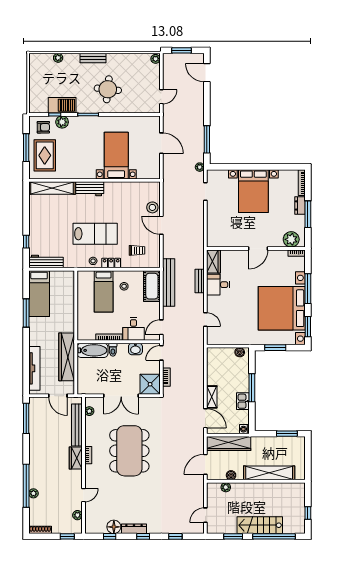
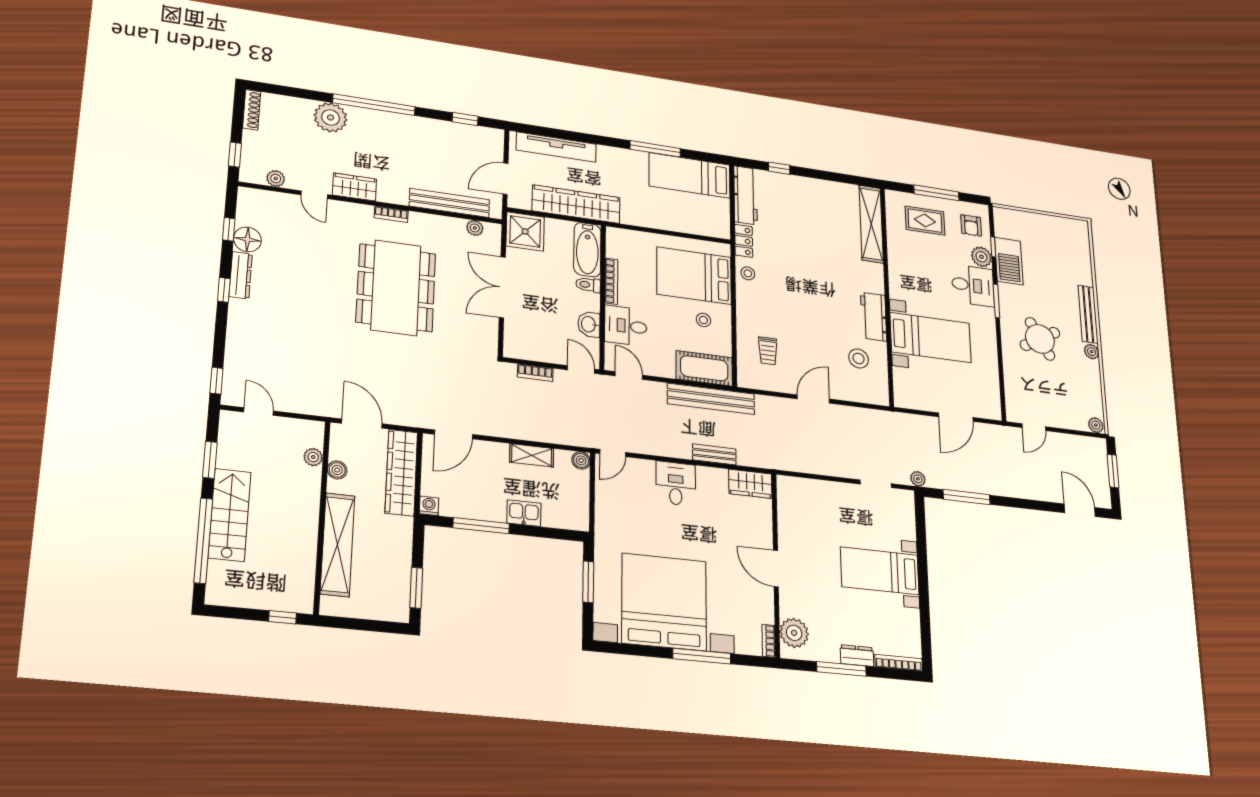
plant: (58, 58) -> (1092, 352), moved
bench: (93, 58) -> (1088, 314), width x1.36
door: (207, 73) -> (1080, 510), hinge flipped
round table: (108, 89) -> (1040, 339), turned -35
door: (161, 97) -> (1034, 427), hinge flipped
desk: (81, 128) -> (973, 286), added
rug: (45, 155) -> (925, 221), width x0.73, depth x0.70
workbench: (90, 189) -> (874, 317), moved
bed with nightstands: (253, 191) -> (880, 571), width x0.73
stool: (152, 207) -> (859, 358), moved
lab bench: (95, 234) -> (795, 284), removed
locker: (111, 263) -> (744, 241), moved
desk: (218, 285) -> (676, 484), moved
bed: (104, 291) -> (694, 276), width x1.50
door: (205, 320) -> (613, 453), moved
window: (308, 327) -> (629, 649), removed
boiler: (240, 352) -> (581, 460), moved
shower: (150, 384) -> (525, 231), moved
window: (252, 388) -> (481, 526), moved
shelving: (212, 397) -> (532, 455), moved
kitchen sink: (243, 401) -> (524, 513), moved
window: (26, 418) -> (465, 119), width x0.46
dining table: (129, 451) -> (396, 288), turned 90
wardrobe: (76, 458) -> (355, 187), moved
window: (26, 486) -> (374, 105), moved
plant: (33, 493) -> (331, 117), width x1.87, depth x1.87
window: (308, 513) -> (283, 617), moved
window: (175, 536) -> (216, 381), moved

